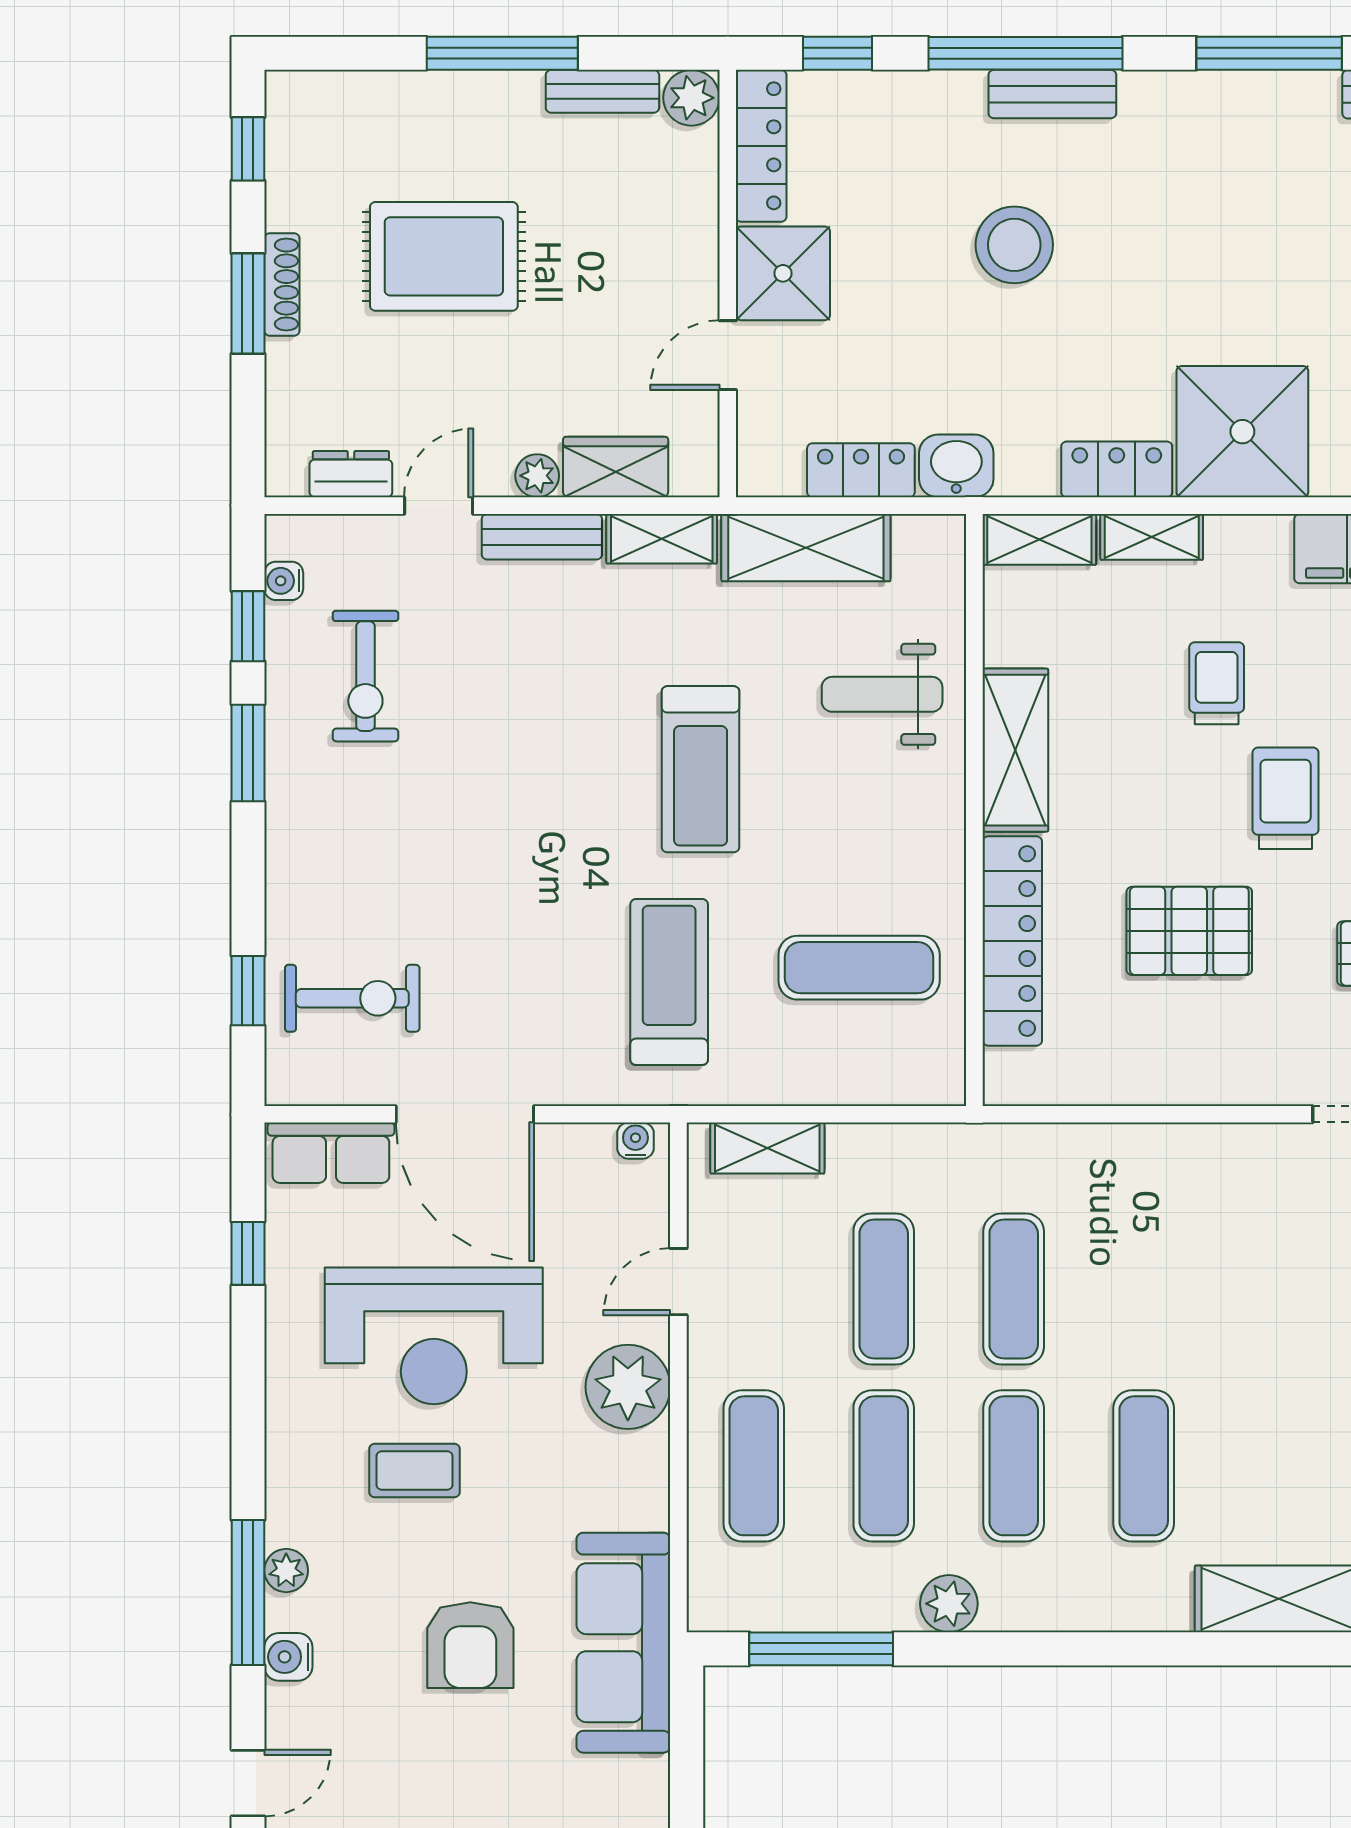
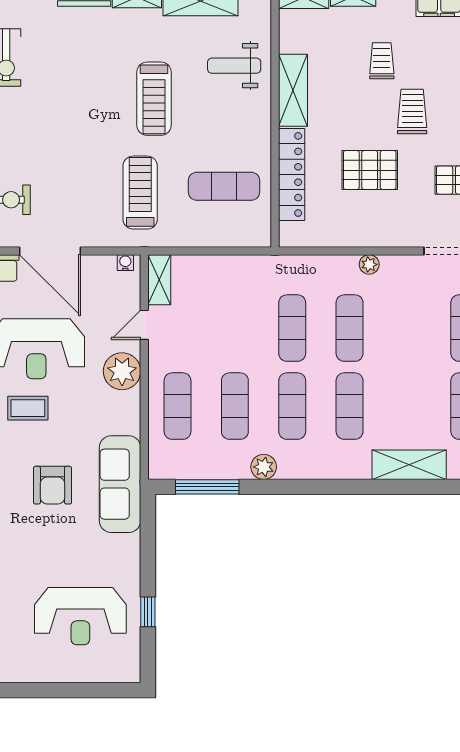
plant: (1188, 1145) -> (369, 264), added
shelving: (767, 1148) -> (159, 280), moved, turned 90
exercise mat: (884, 1289) -> (350, 328), moved

